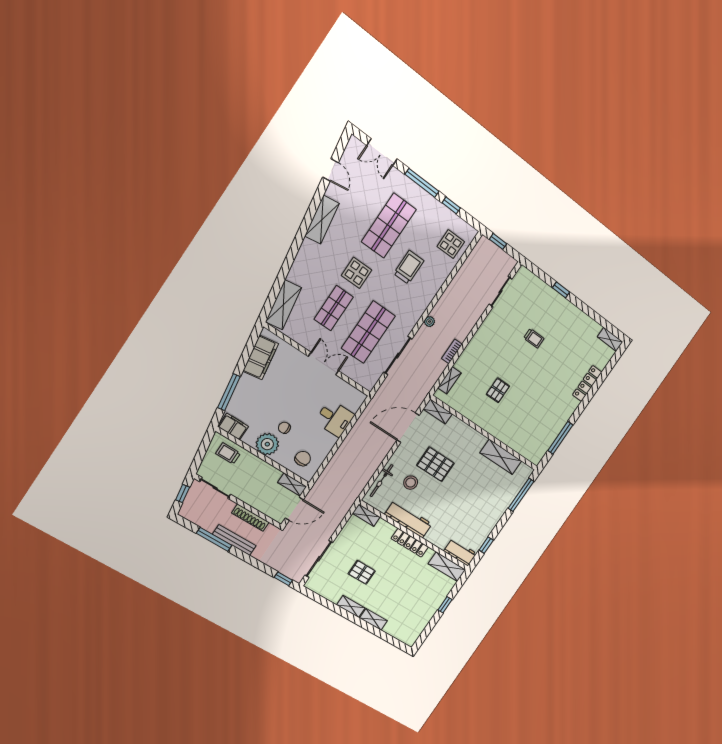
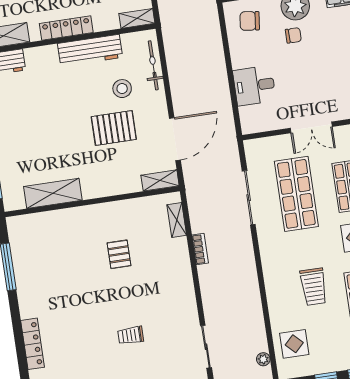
plant: (430, 322) -> (263, 359), moved
chair: (303, 459) -> (250, 21), turned 93

